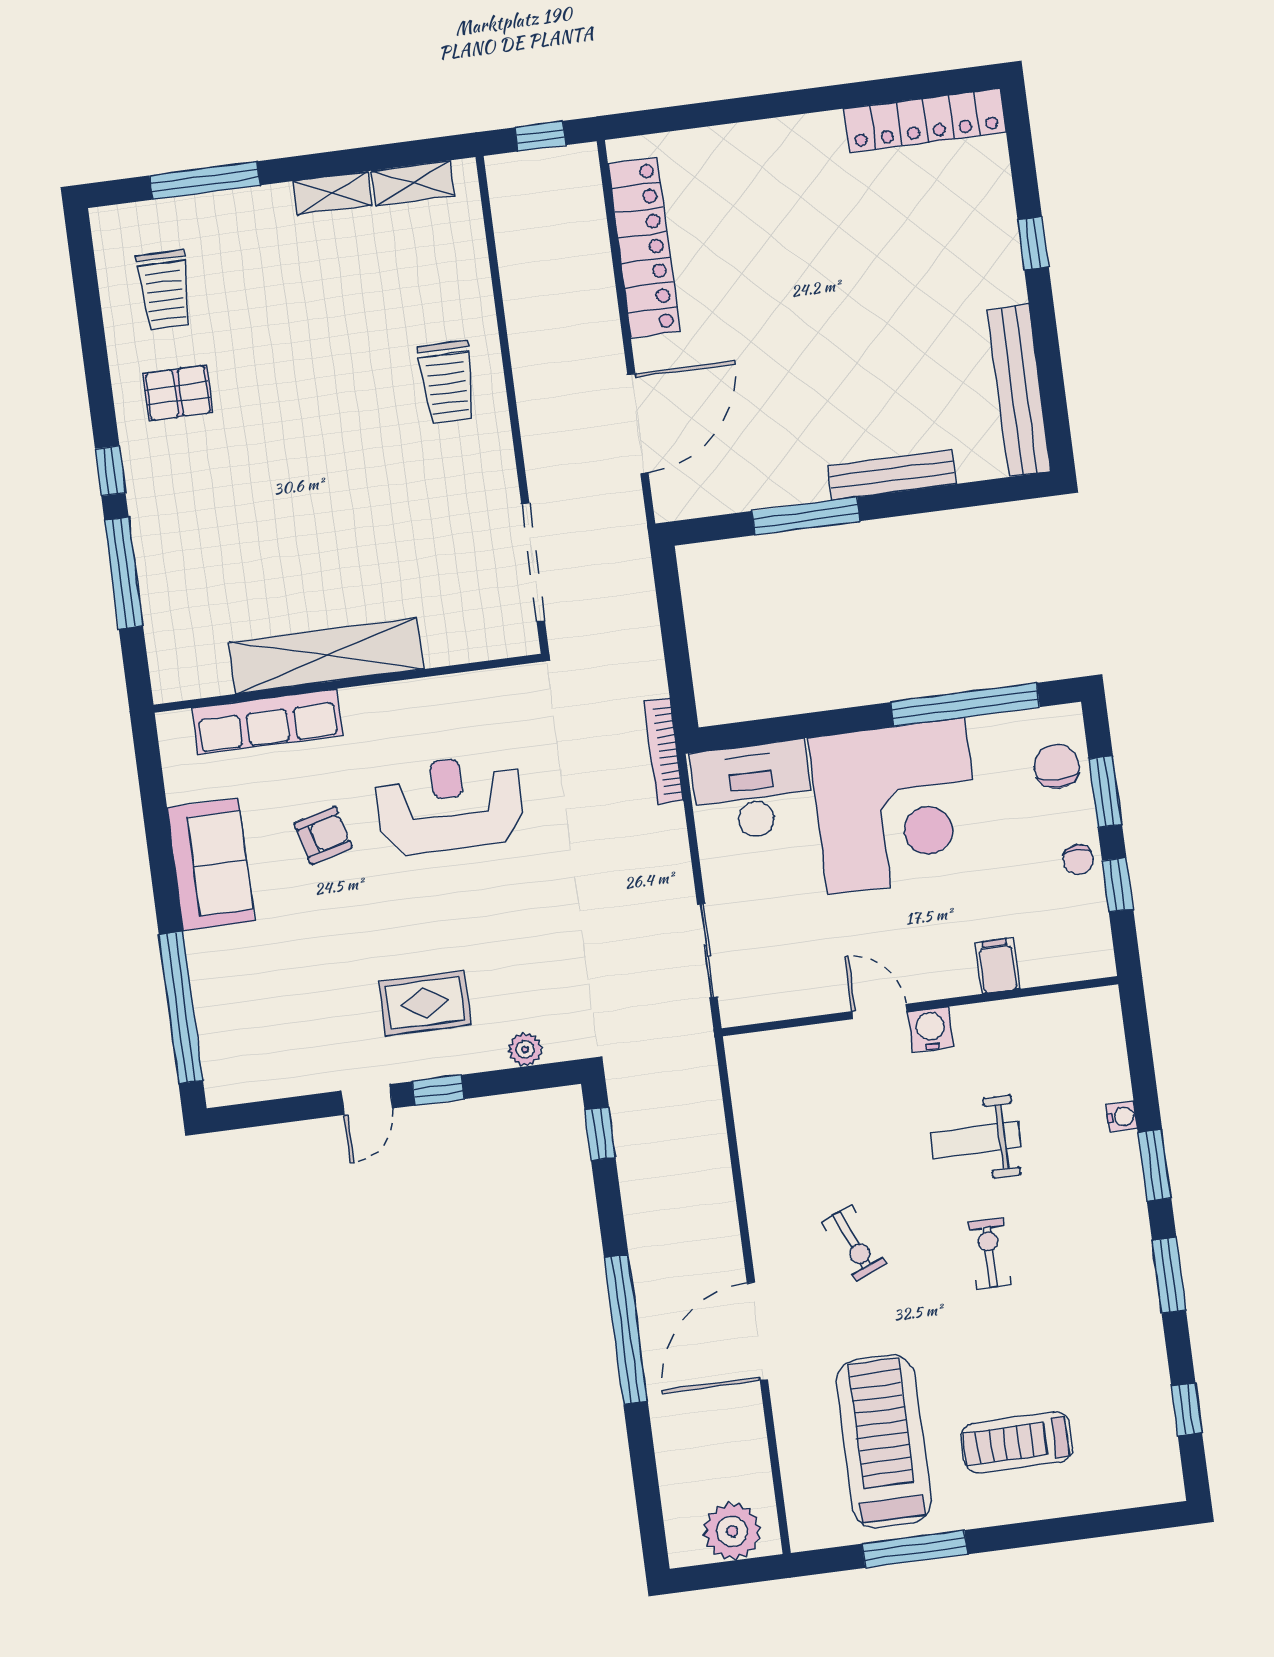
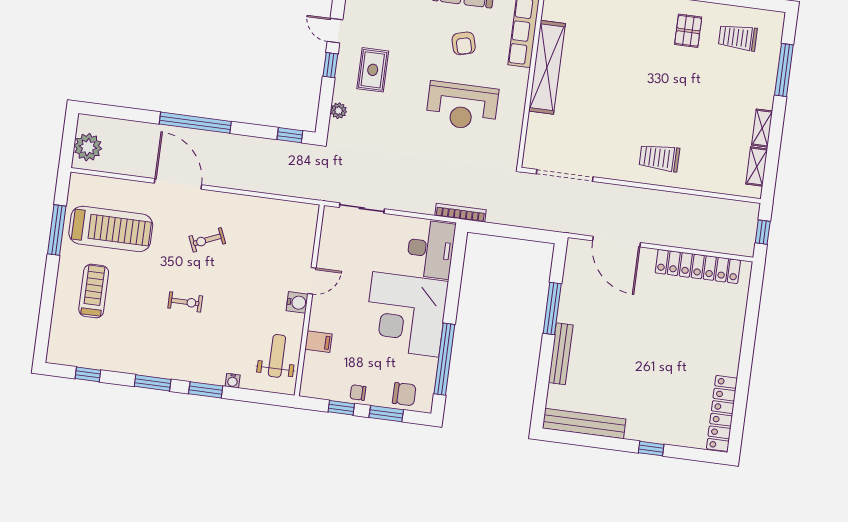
reception desk: (450, 805) -> (462, 106), turned 90
weight bench: (975, 1140) -> (277, 356), moved

